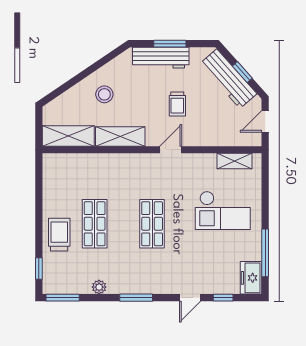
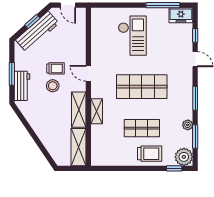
workbench: (161, 58) -> (22, 86), width x0.73
stool: (104, 94) -> (53, 86), moved
shelving: (235, 161) -> (97, 111), moved
shop shelf: (152, 224) -> (142, 87), width x1.43, depth x1.36
trolley: (59, 235) -> (150, 154), turned 180
plant: (55, 282) -> (184, 157), added
window: (63, 298) -> (195, 137), moved

